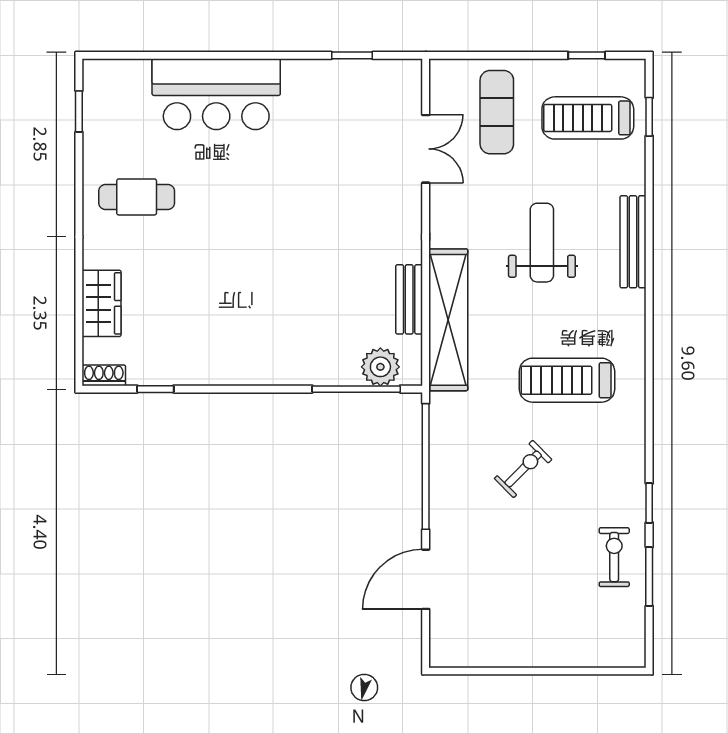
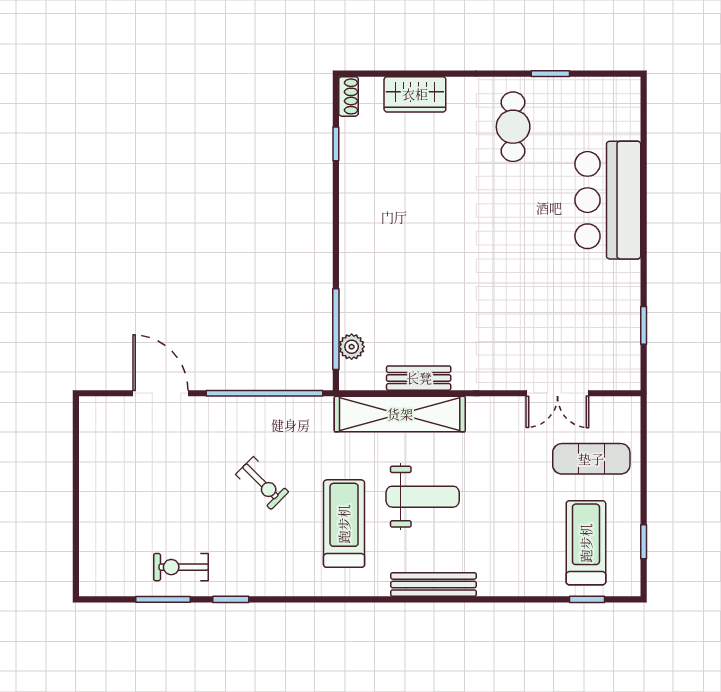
window: (79, 111) -> (550, 74), moved
bench: (633, 242) -> (434, 585), moved
weight bench: (542, 243) -> (423, 497), moved
plant: (380, 367) -> (352, 347), width x0.73, depth x0.73
exercise bike: (614, 557) -> (181, 567), turned 180

